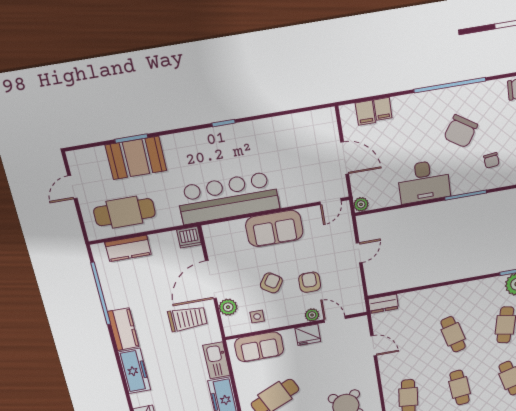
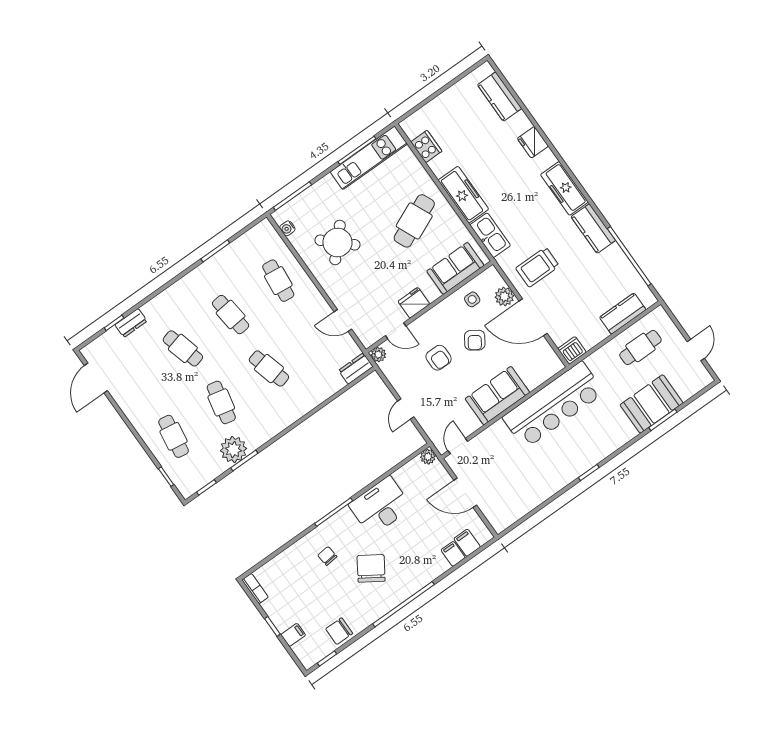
cafe table: (124, 212) -> (640, 348), width x0.73, depth x0.74
door: (211, 280) -> (533, 317), swing flipped
plant: (312, 315) -> (378, 355), moved

